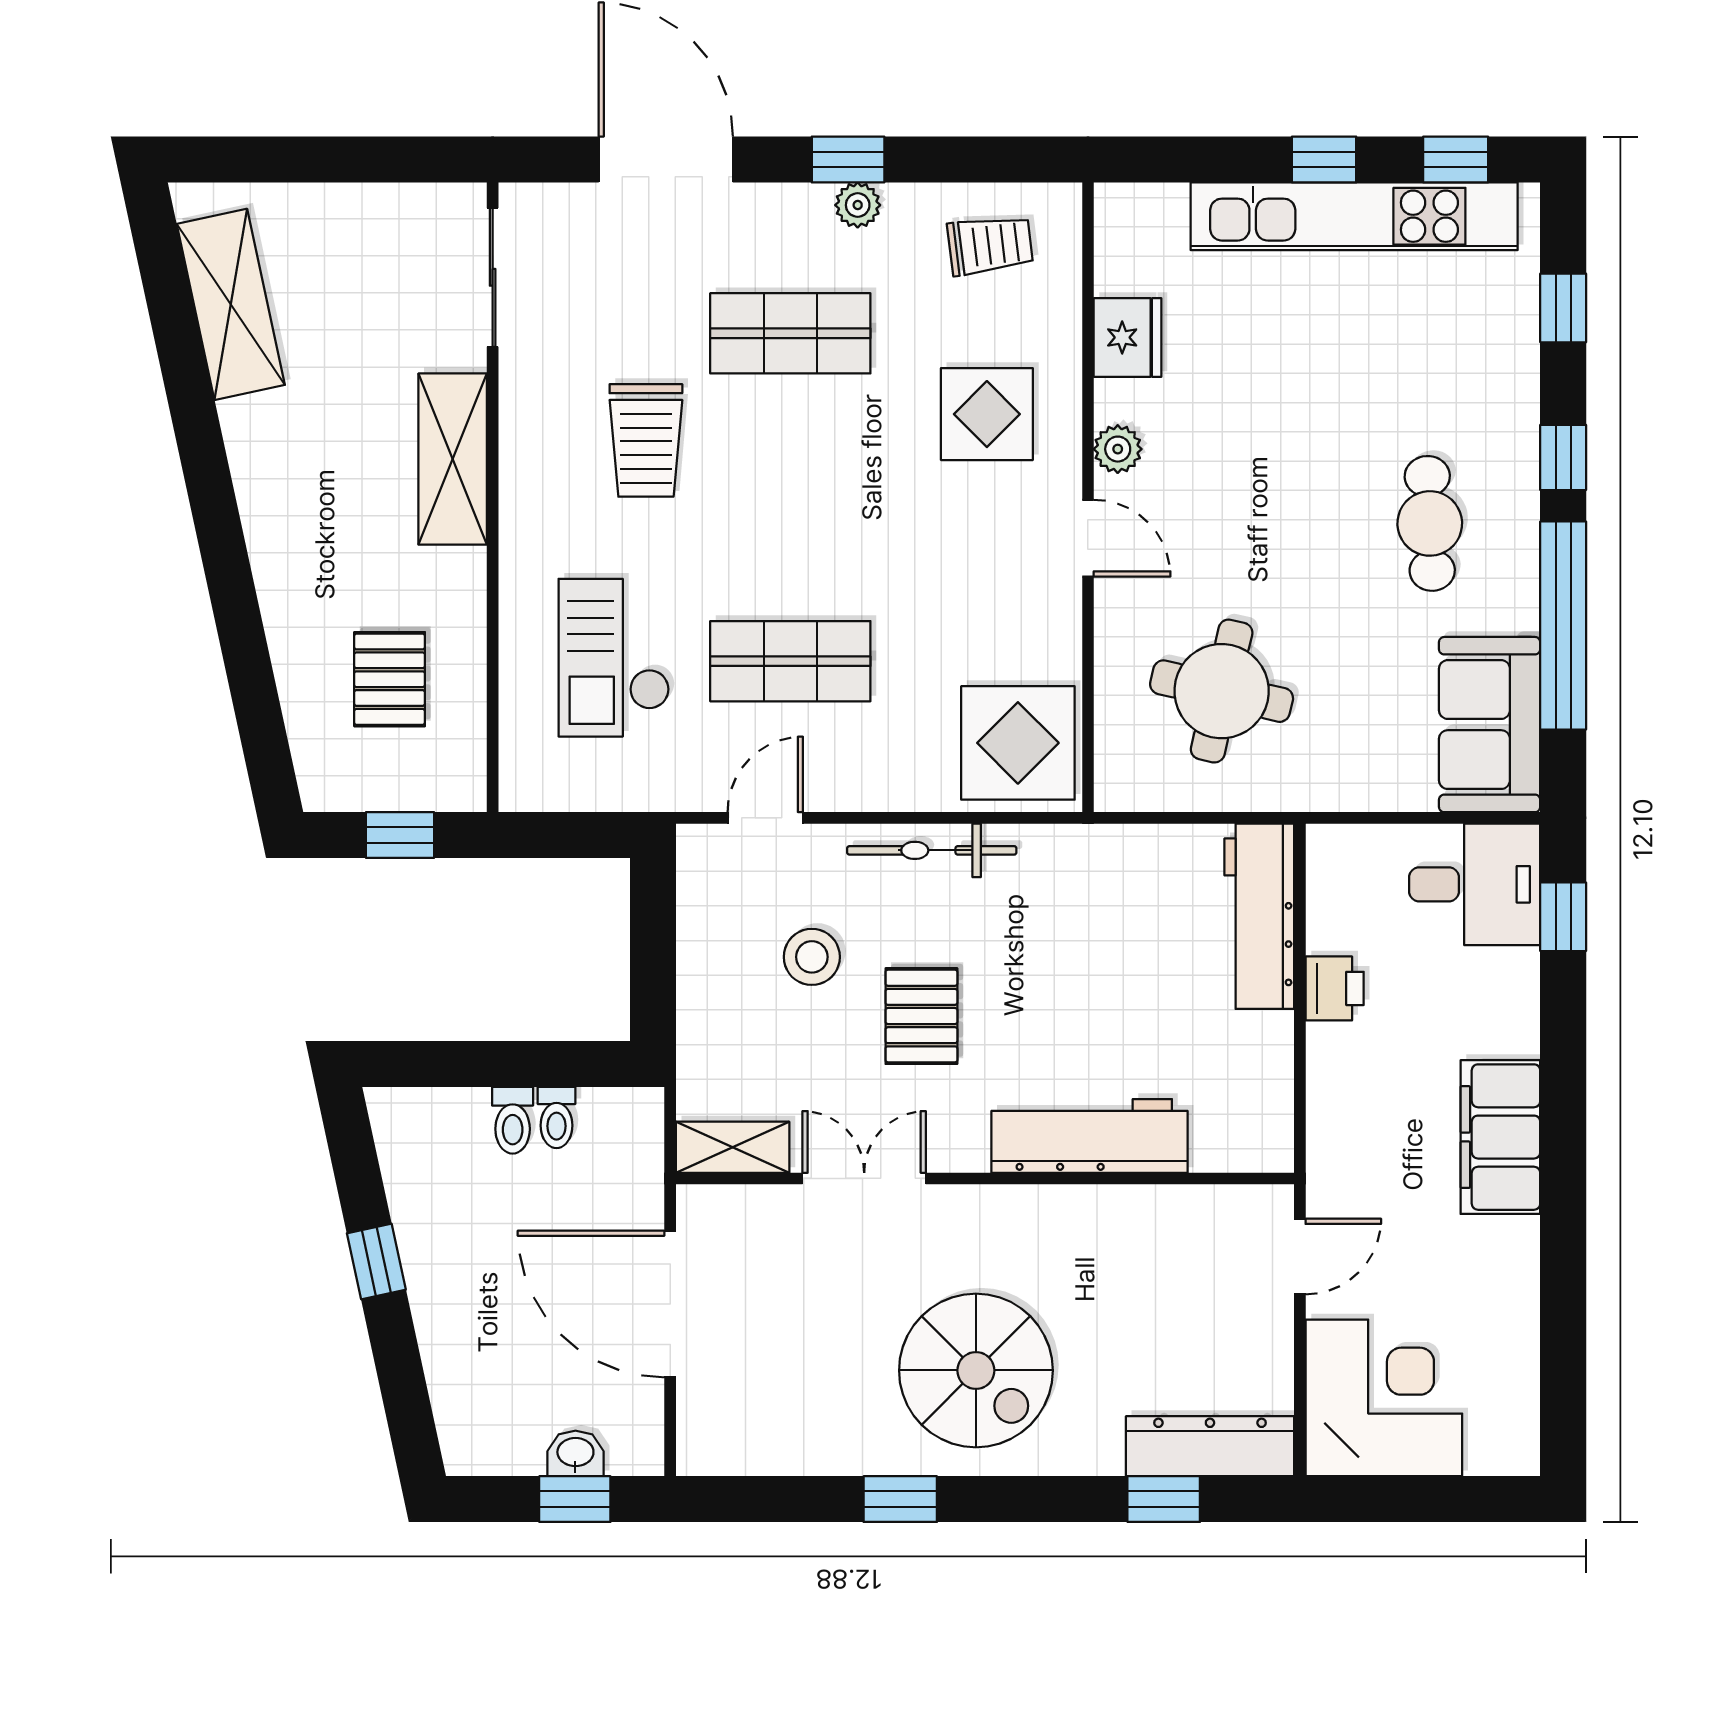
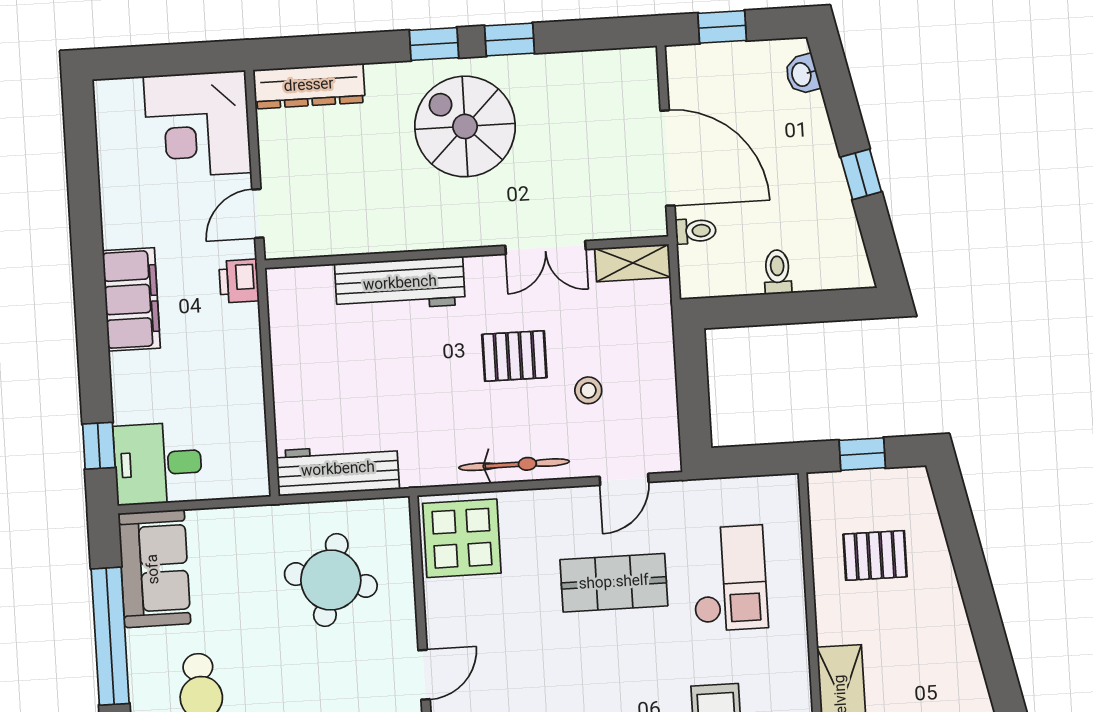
door: (1088, 538) -> (424, 675), swing flipped
pallet: (390, 679) -> (875, 555), turned 90
workbench: (1259, 916) -> (338, 470), moved, turned -90
stool: (812, 957) -> (588, 390), width x0.73, depth x0.73
printer: (1335, 988) -> (239, 281), moved
pallet: (921, 1016) -> (514, 356), turned 90
toilet: (557, 1118) -> (696, 231), moved, turned 90
washbasin: (575, 1453) -> (802, 74), moved, turned 78
window: (1164, 1499) -> (434, 44), moved

